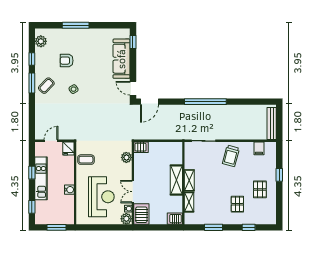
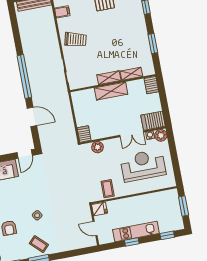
door: (149, 102) -> (32, 117), moved
water cooler: (69, 190) -> (142, 200), removed
pallet: (237, 204) -> (124, 23), removed

